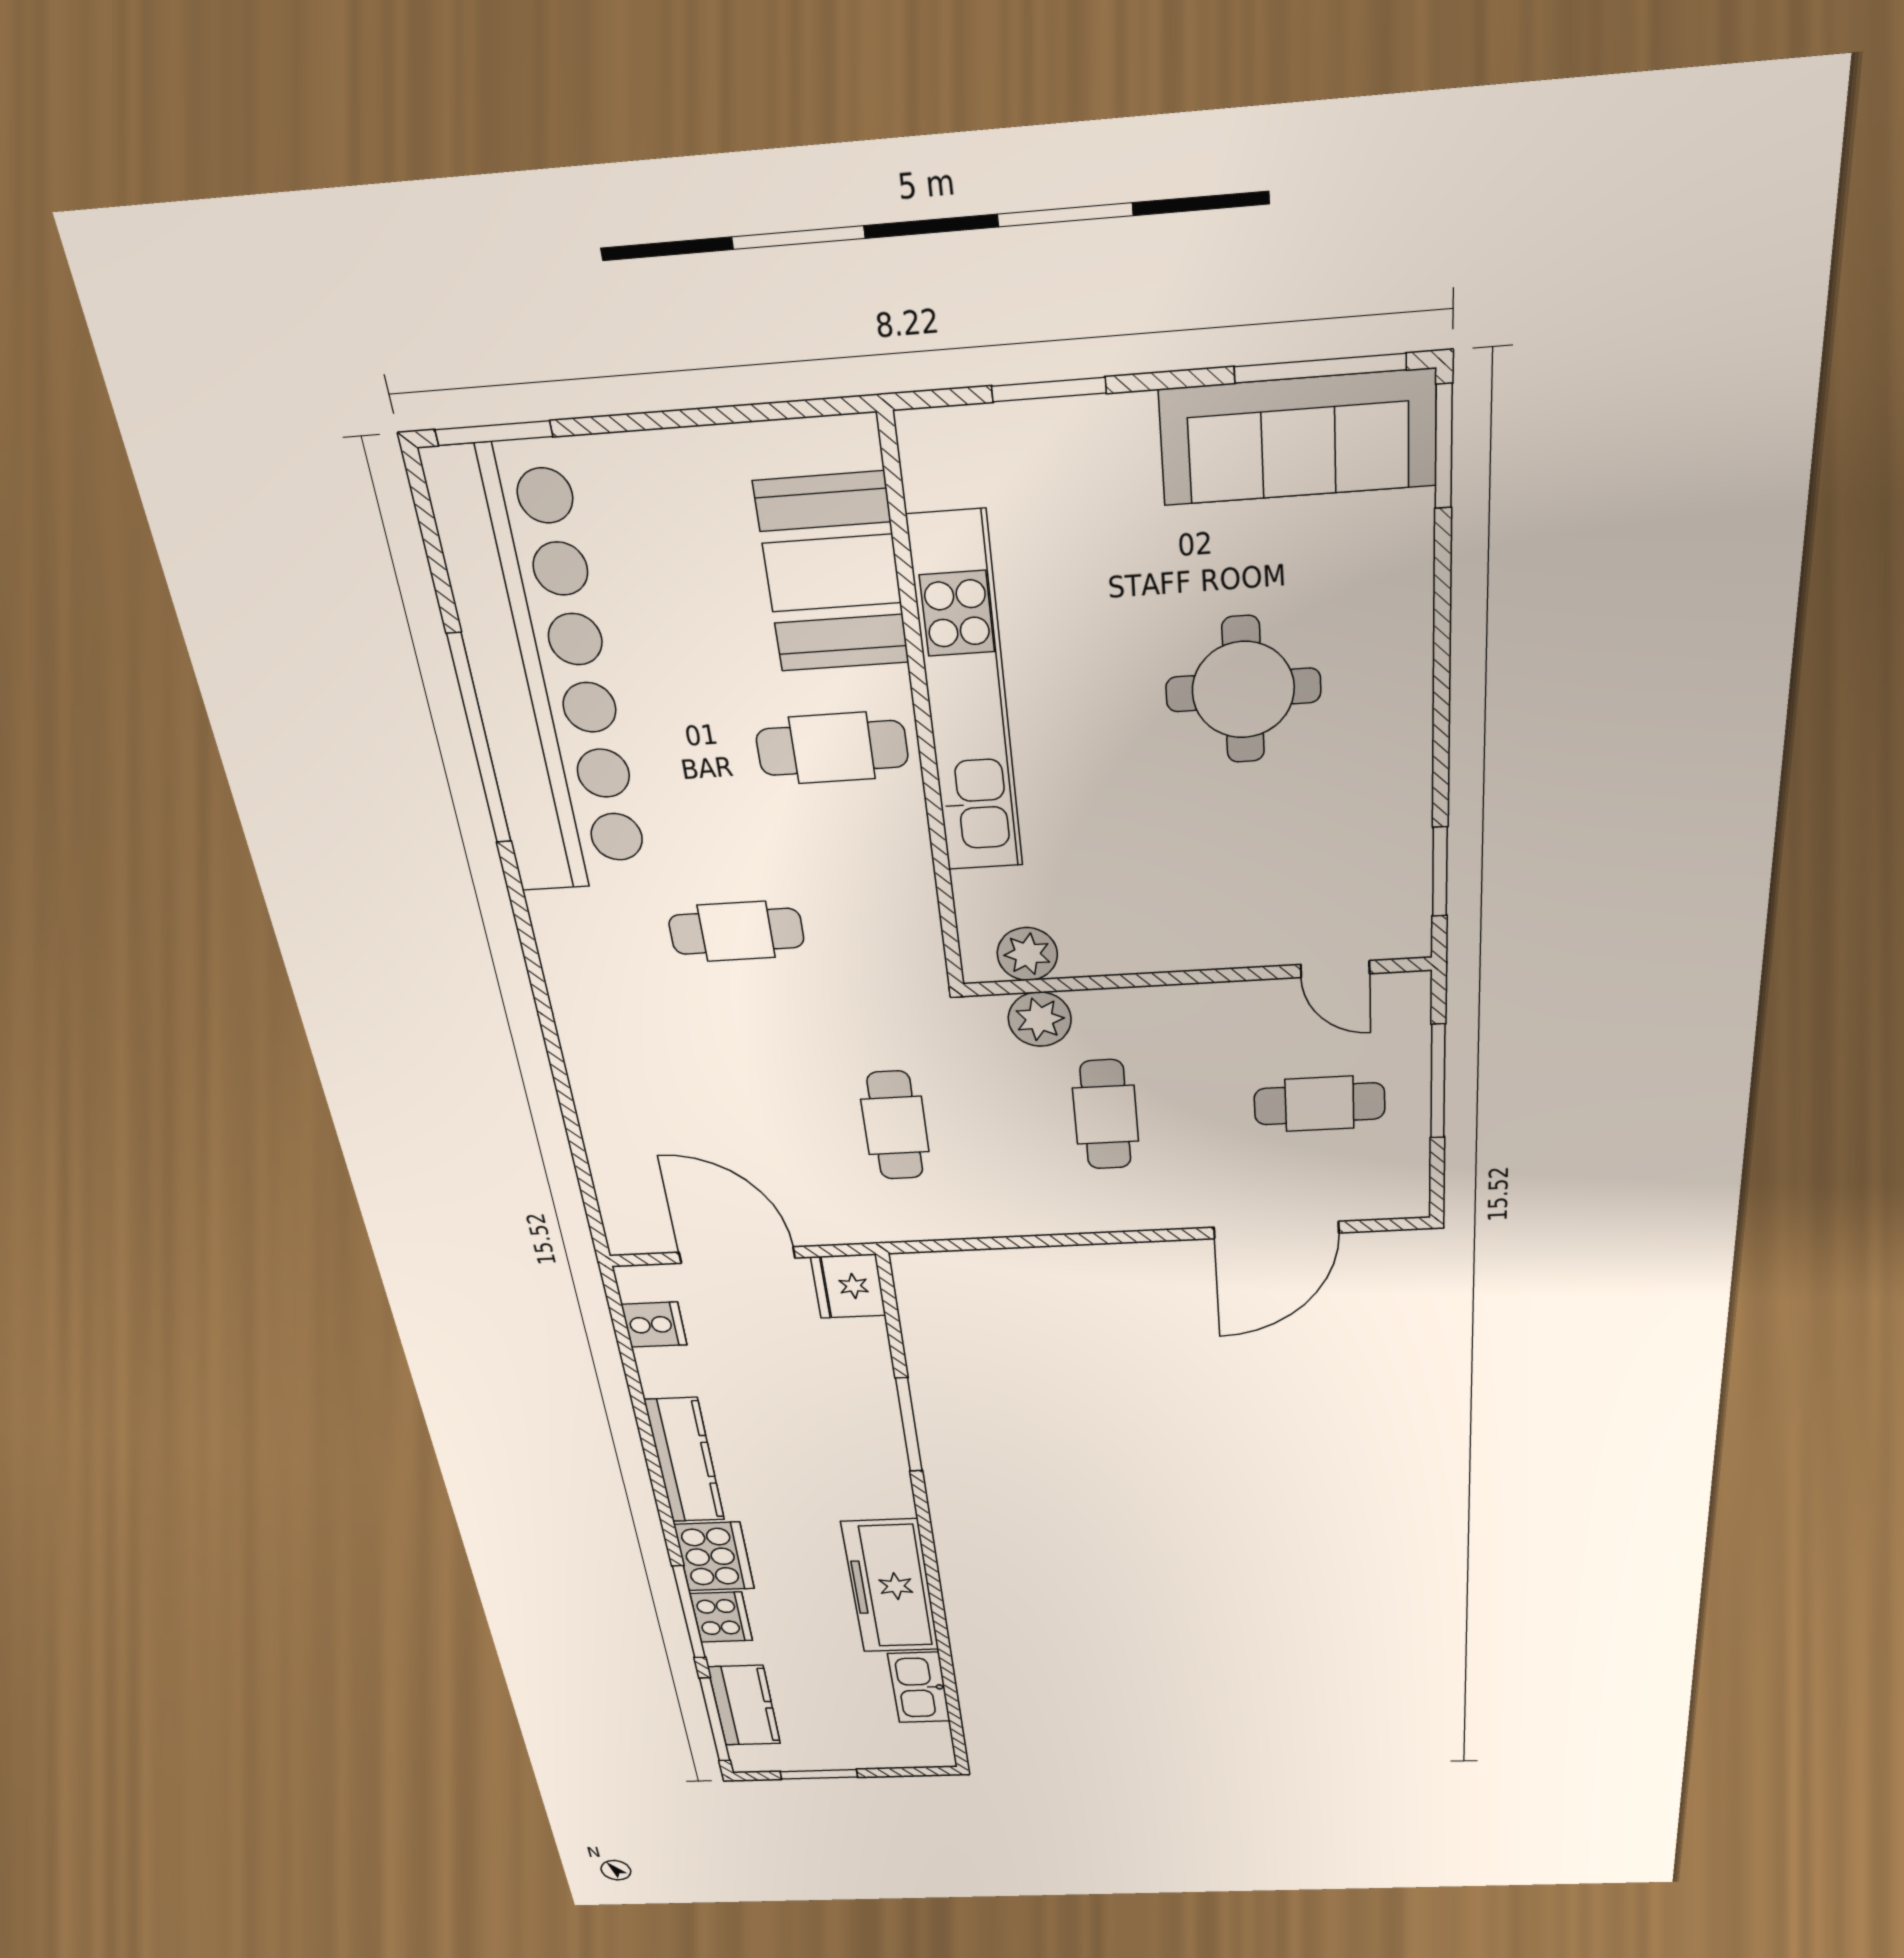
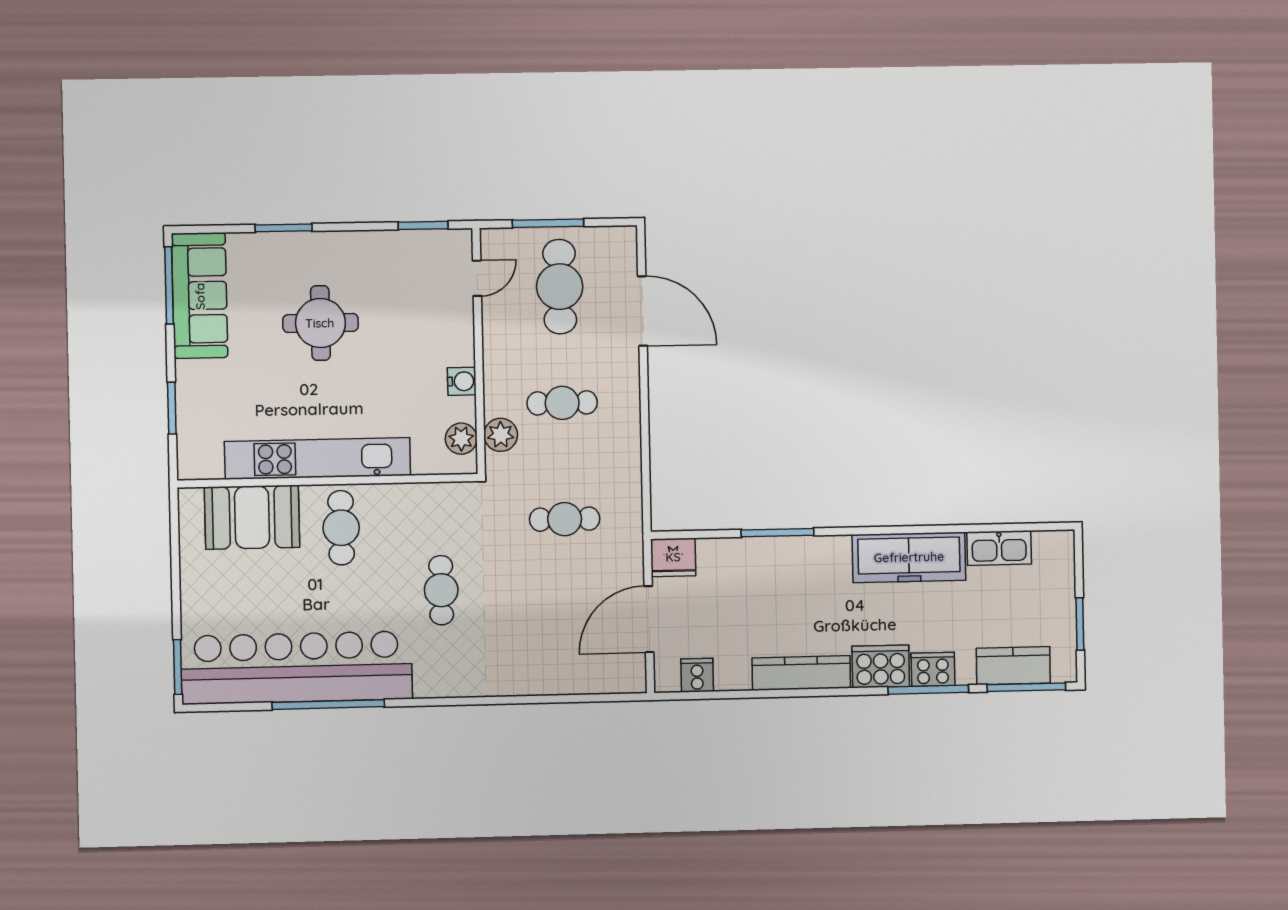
window: (1444, 447) -> (284, 228), moved
water cooler: (1137, 951) -> (462, 381), added
cafe table: (1319, 1104) -> (560, 287), width x1.37, depth x1.35

